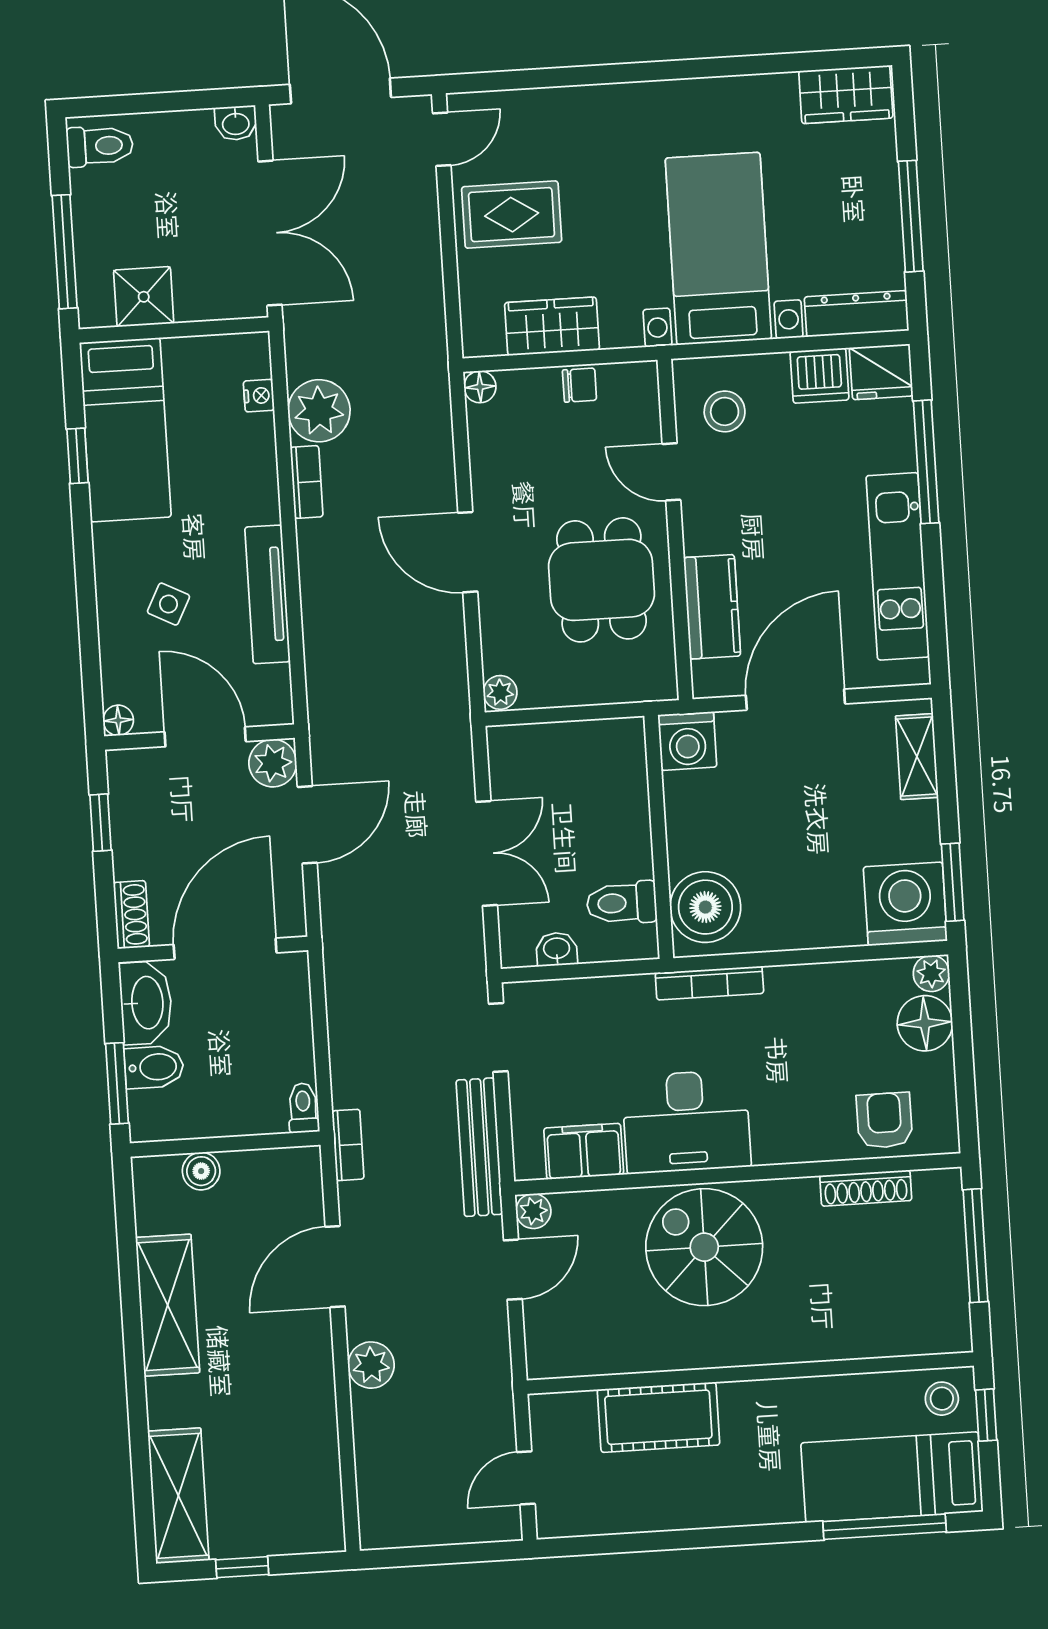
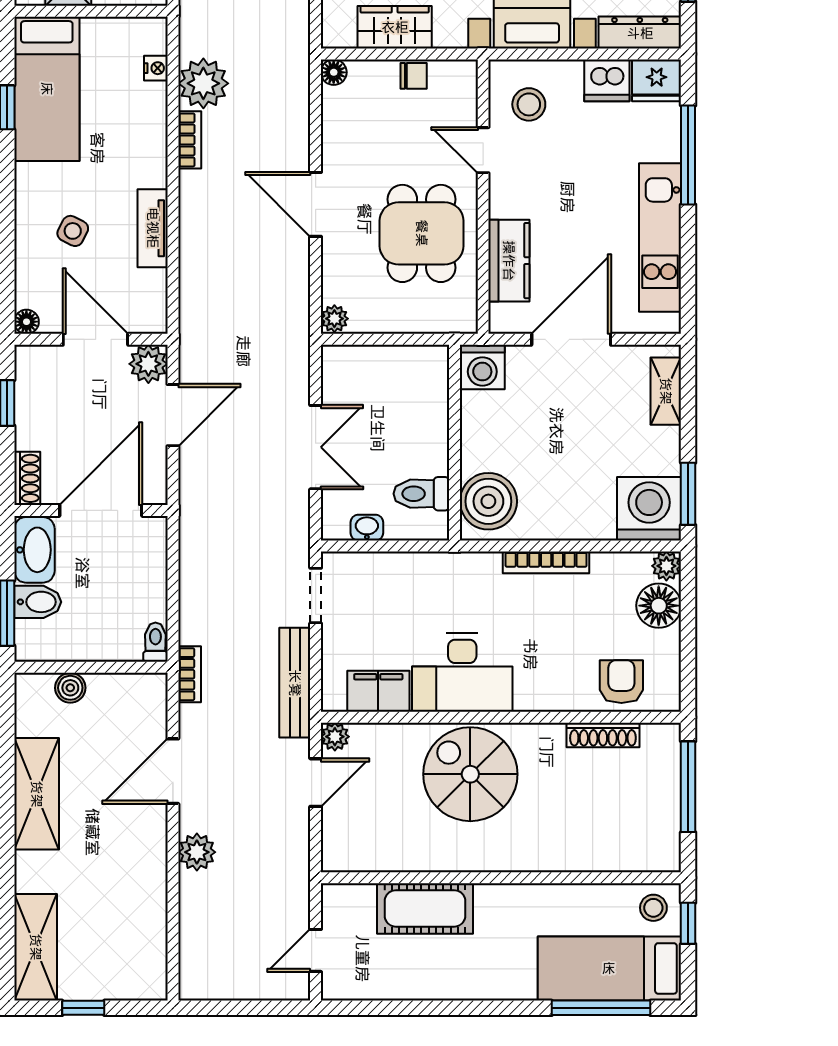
tv unit: (267, 594) -> (153, 228), width x0.71
bookcase: (709, 983) -> (546, 562), moved

